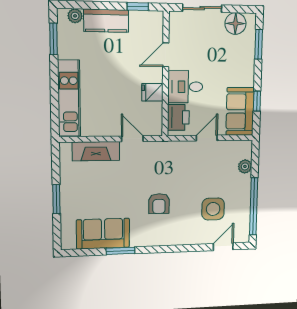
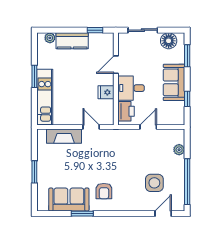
window: (53, 39) -> (34, 76), moved
sofa: (240, 111) -> (174, 82), moved
armchair: (159, 204) -> (104, 191), moved

